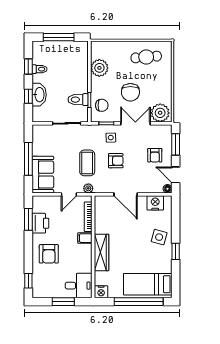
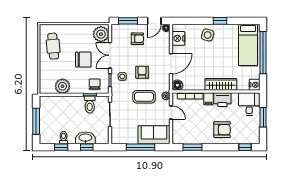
floor lamp: (101, 202) -> (177, 85), added
printer: (40, 223) -> (222, 100), moved, turned 180

